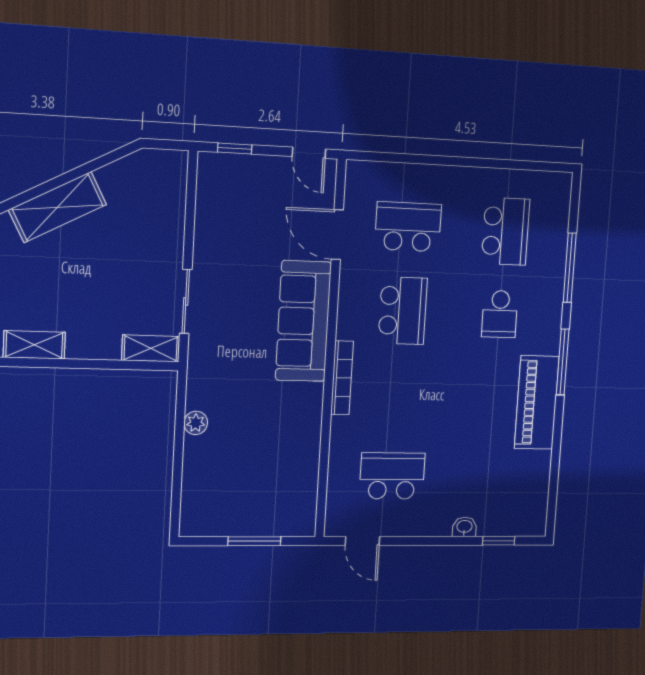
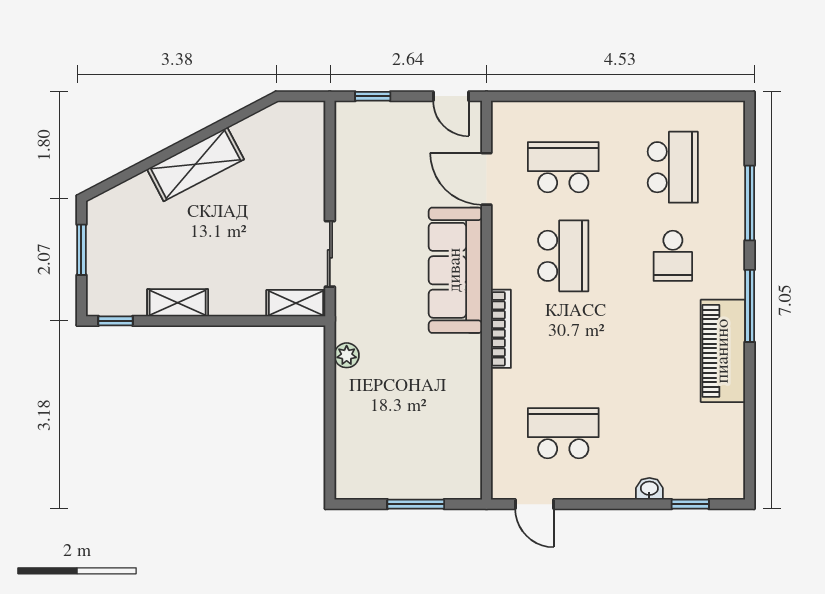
plant: (196, 423) -> (347, 355), moved

